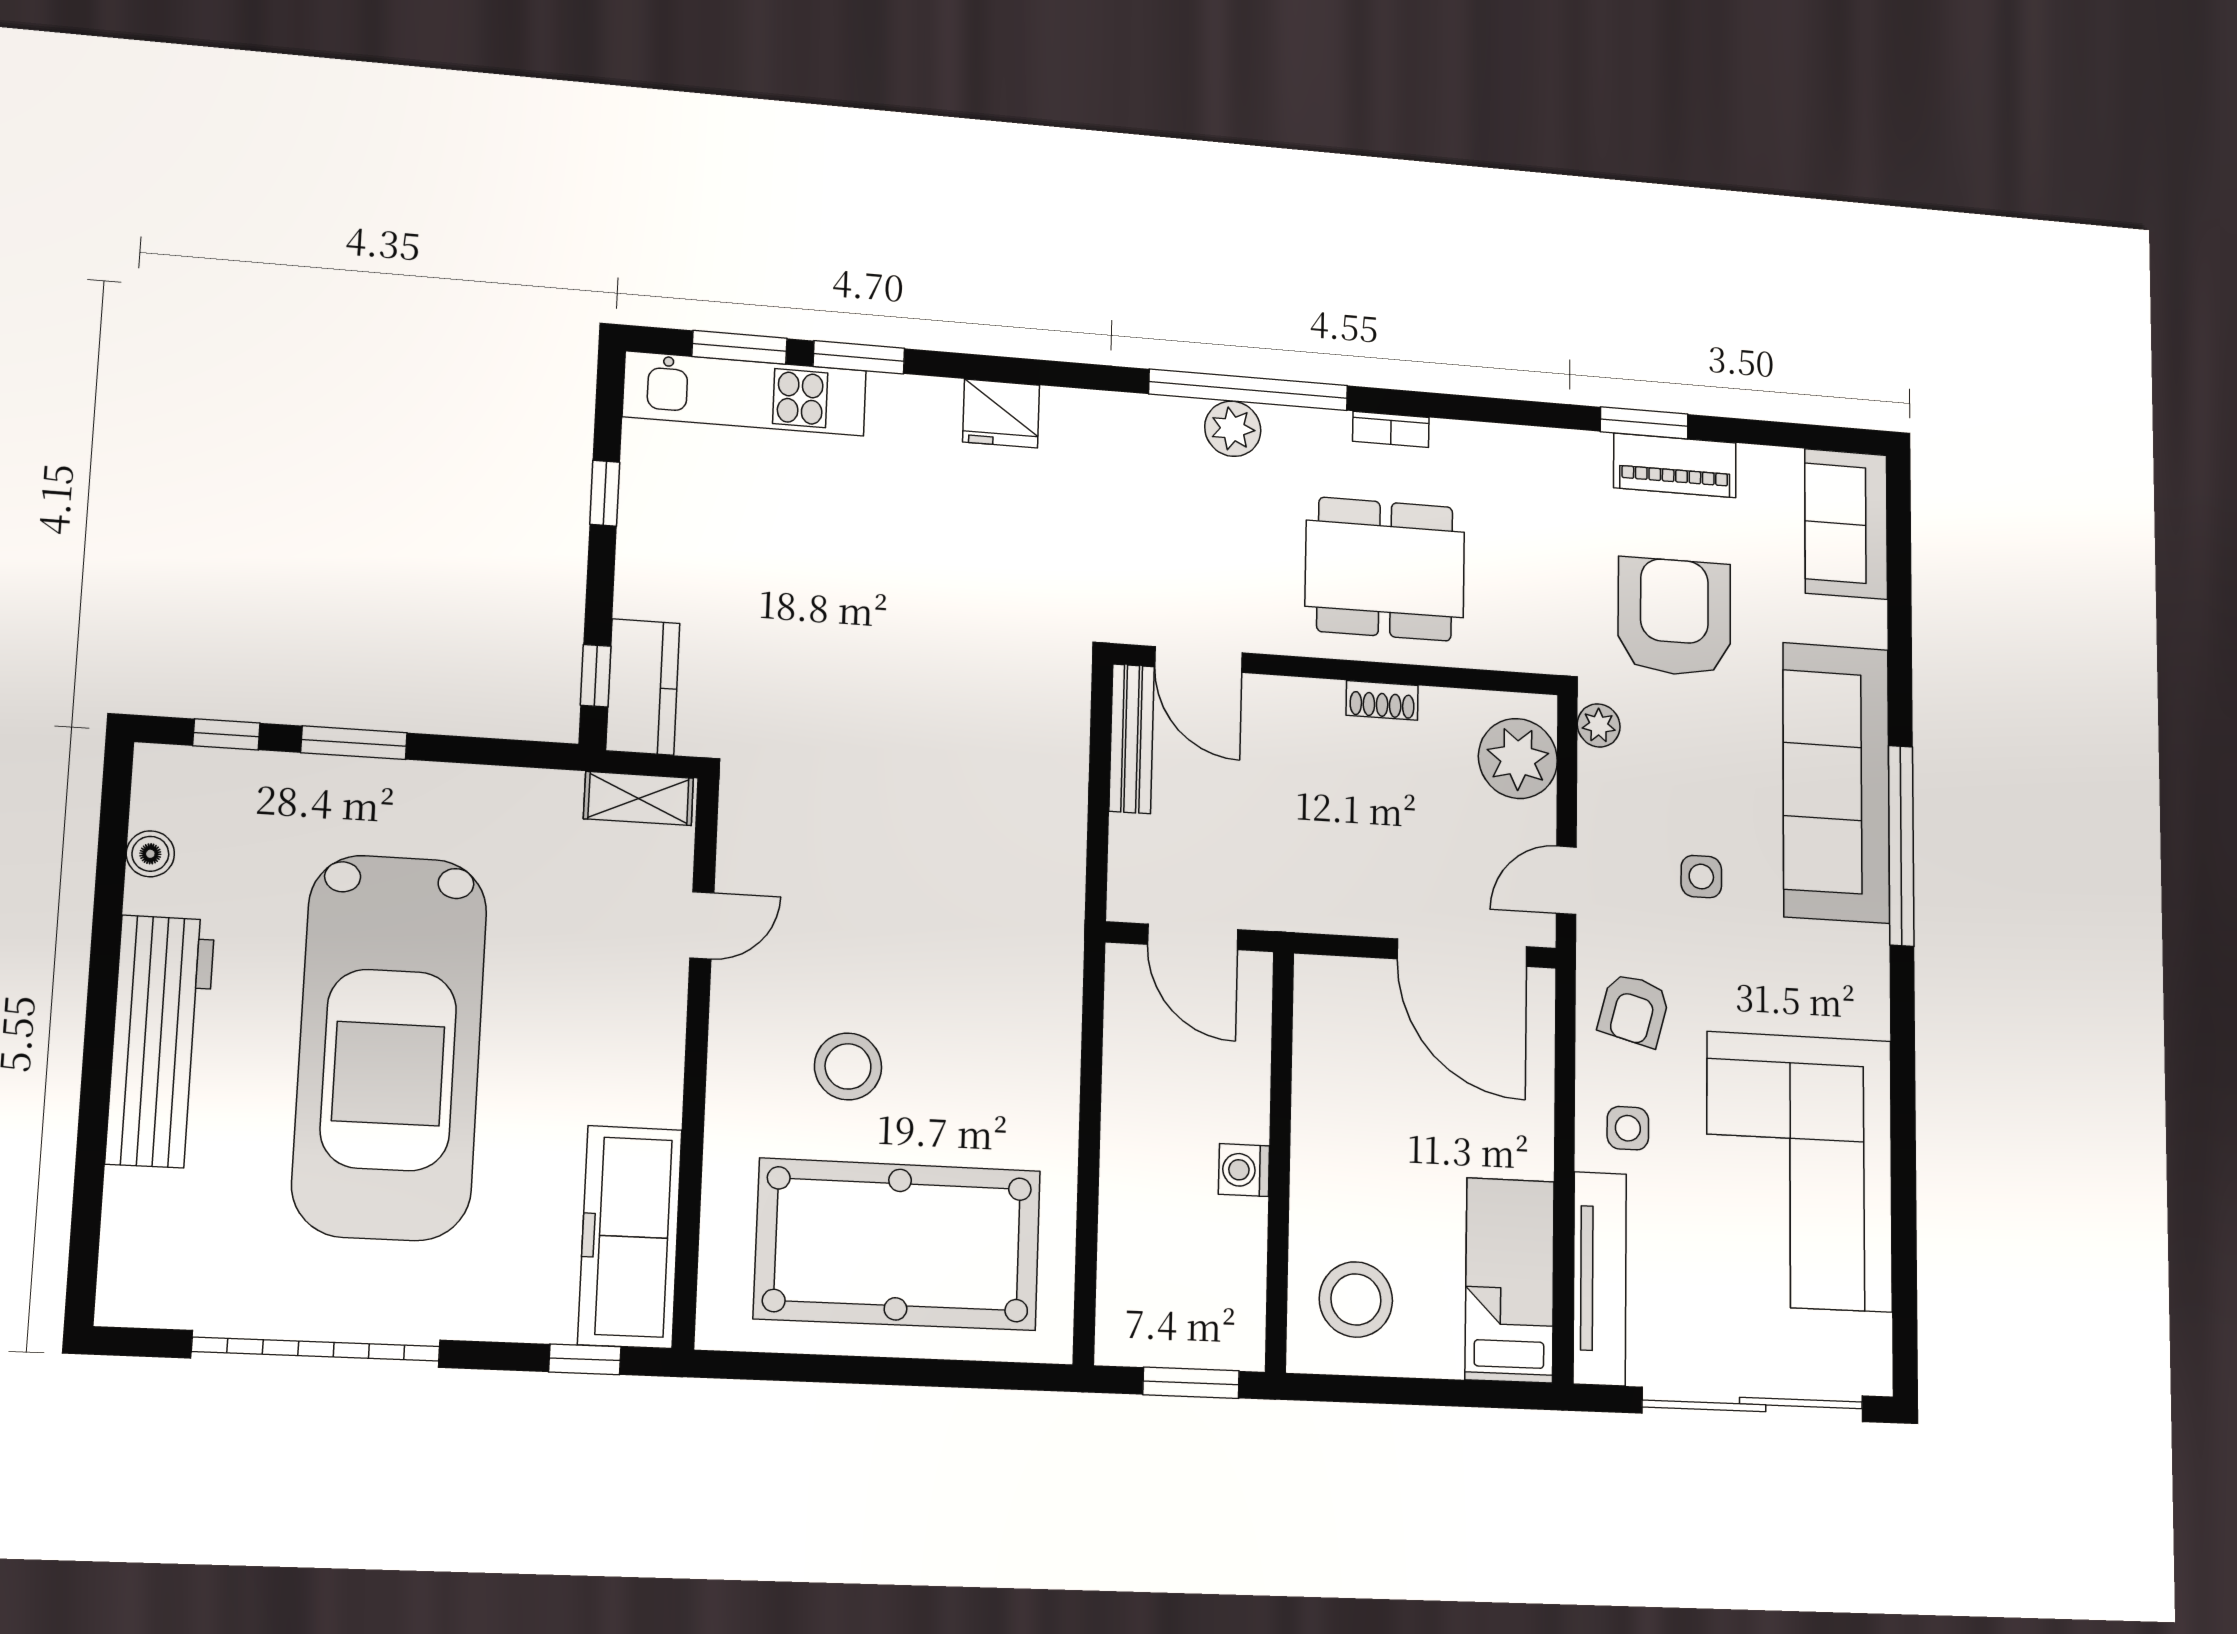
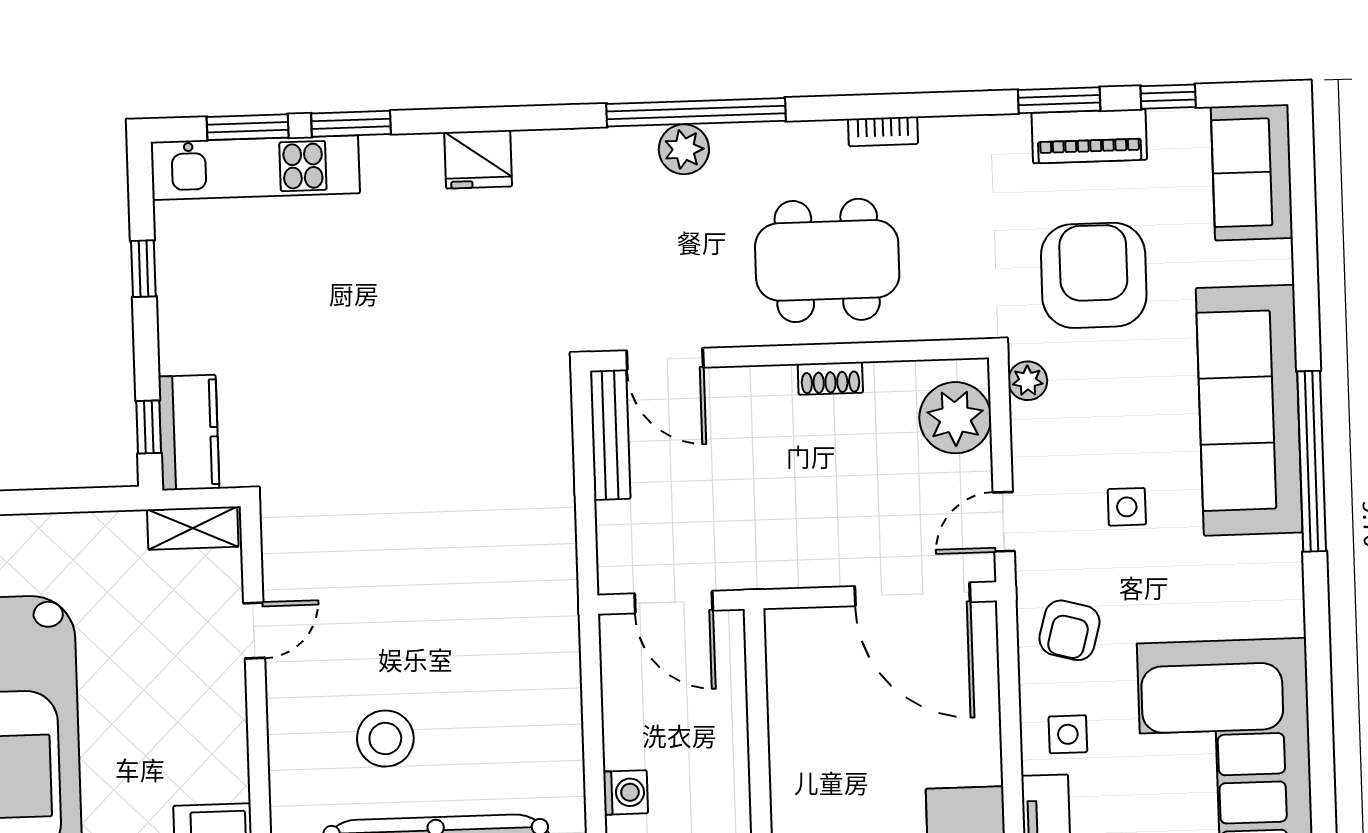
bookcase: (1391, 429) -> (883, 131), moved
window: (1760, 433) -> (1168, 97), added
washing machine: (1244, 1170) -> (626, 792), moved, turned 180

